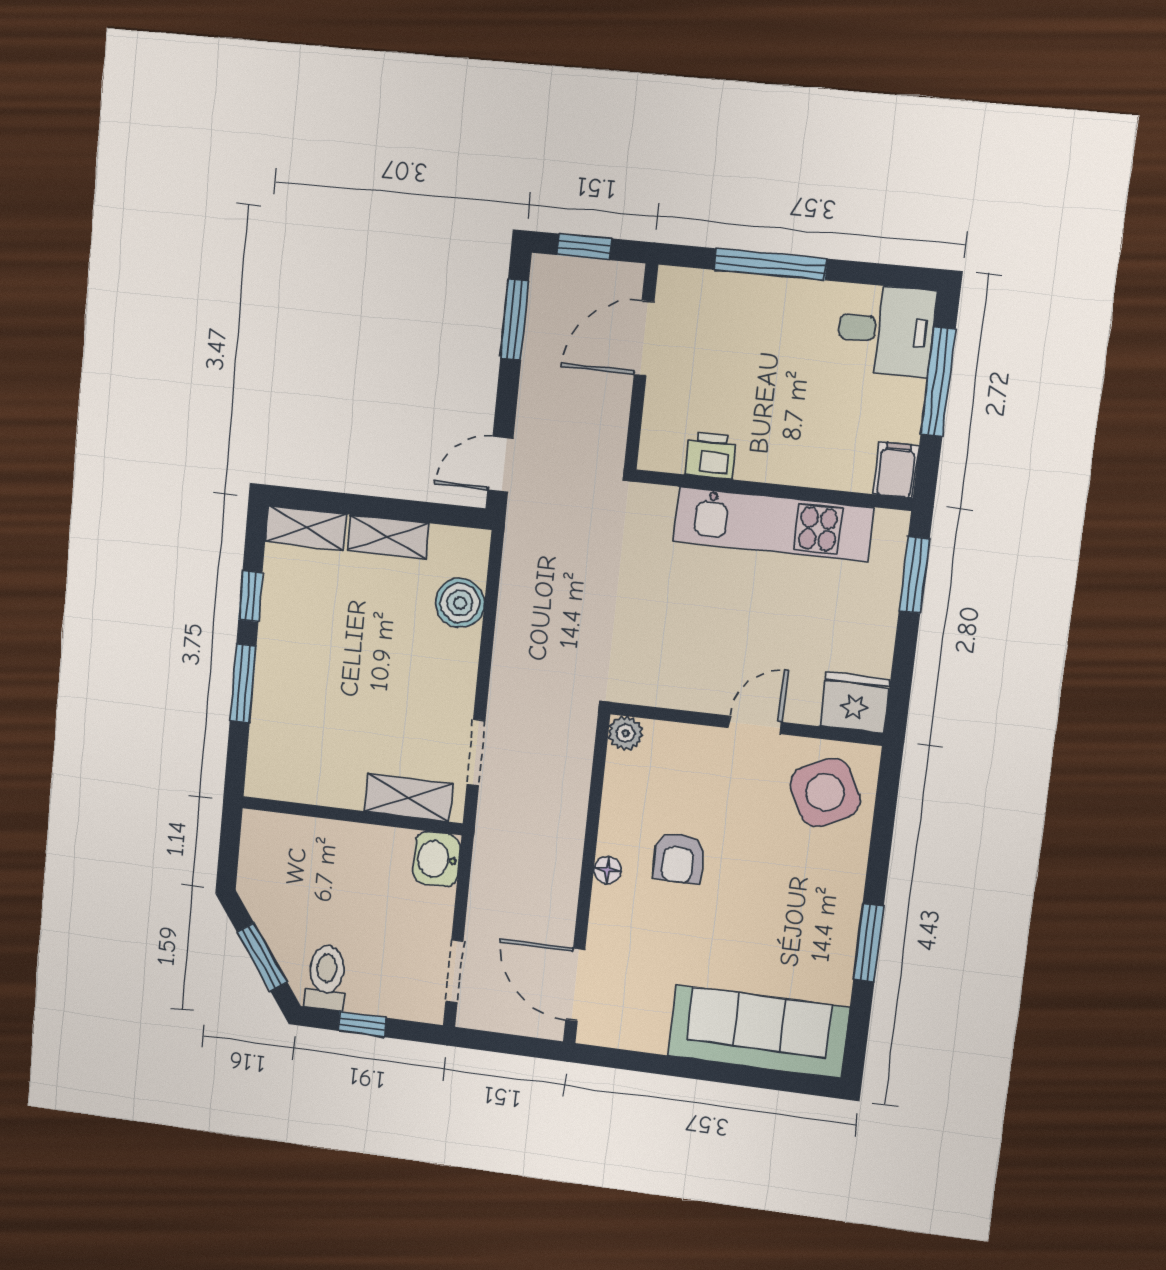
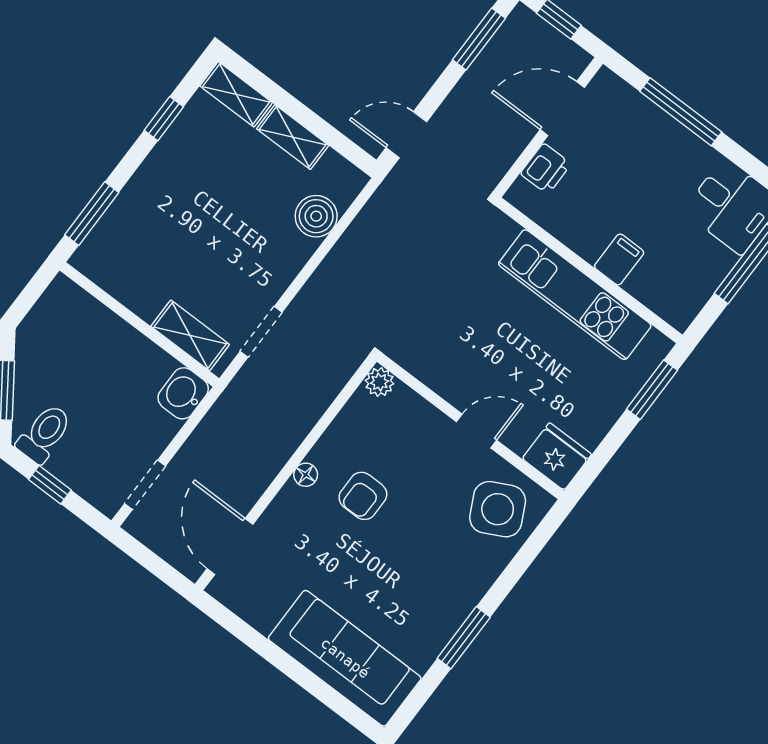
printer: (711, 455) -> (546, 169), moved, turned 90
filing cabinet: (896, 470) -> (619, 259), moved
window: (243, 683) -> (92, 214), moved

